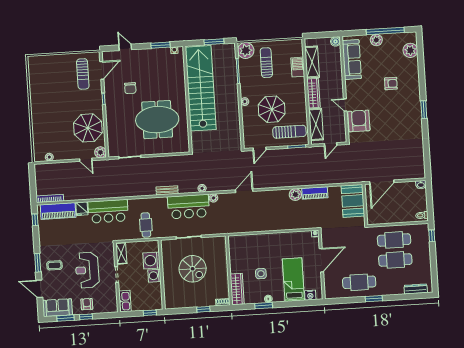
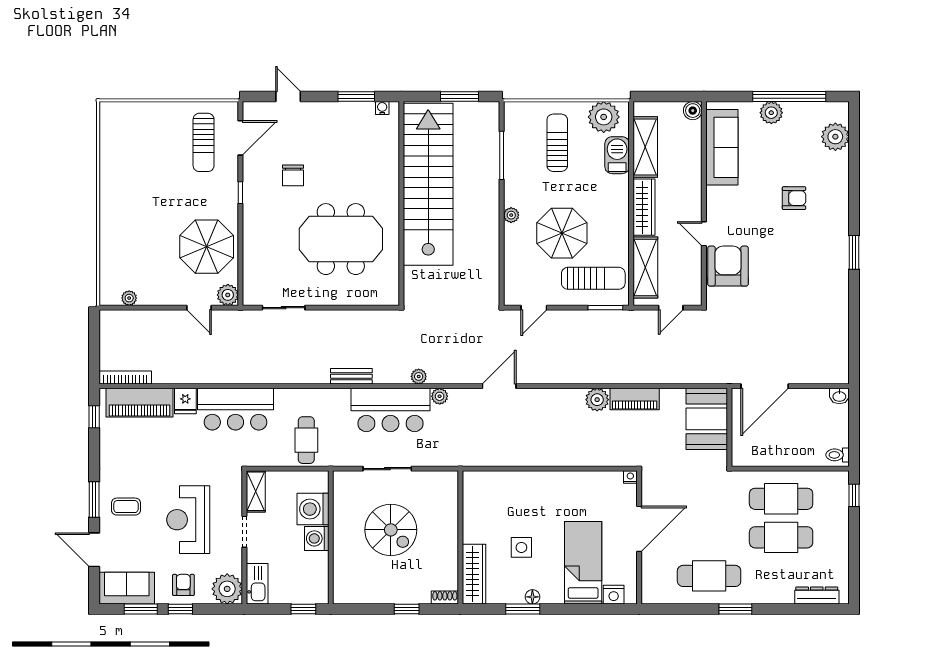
plant: (246, 50) -> (604, 117), moved
plant: (110, 305) -> (227, 589), added

